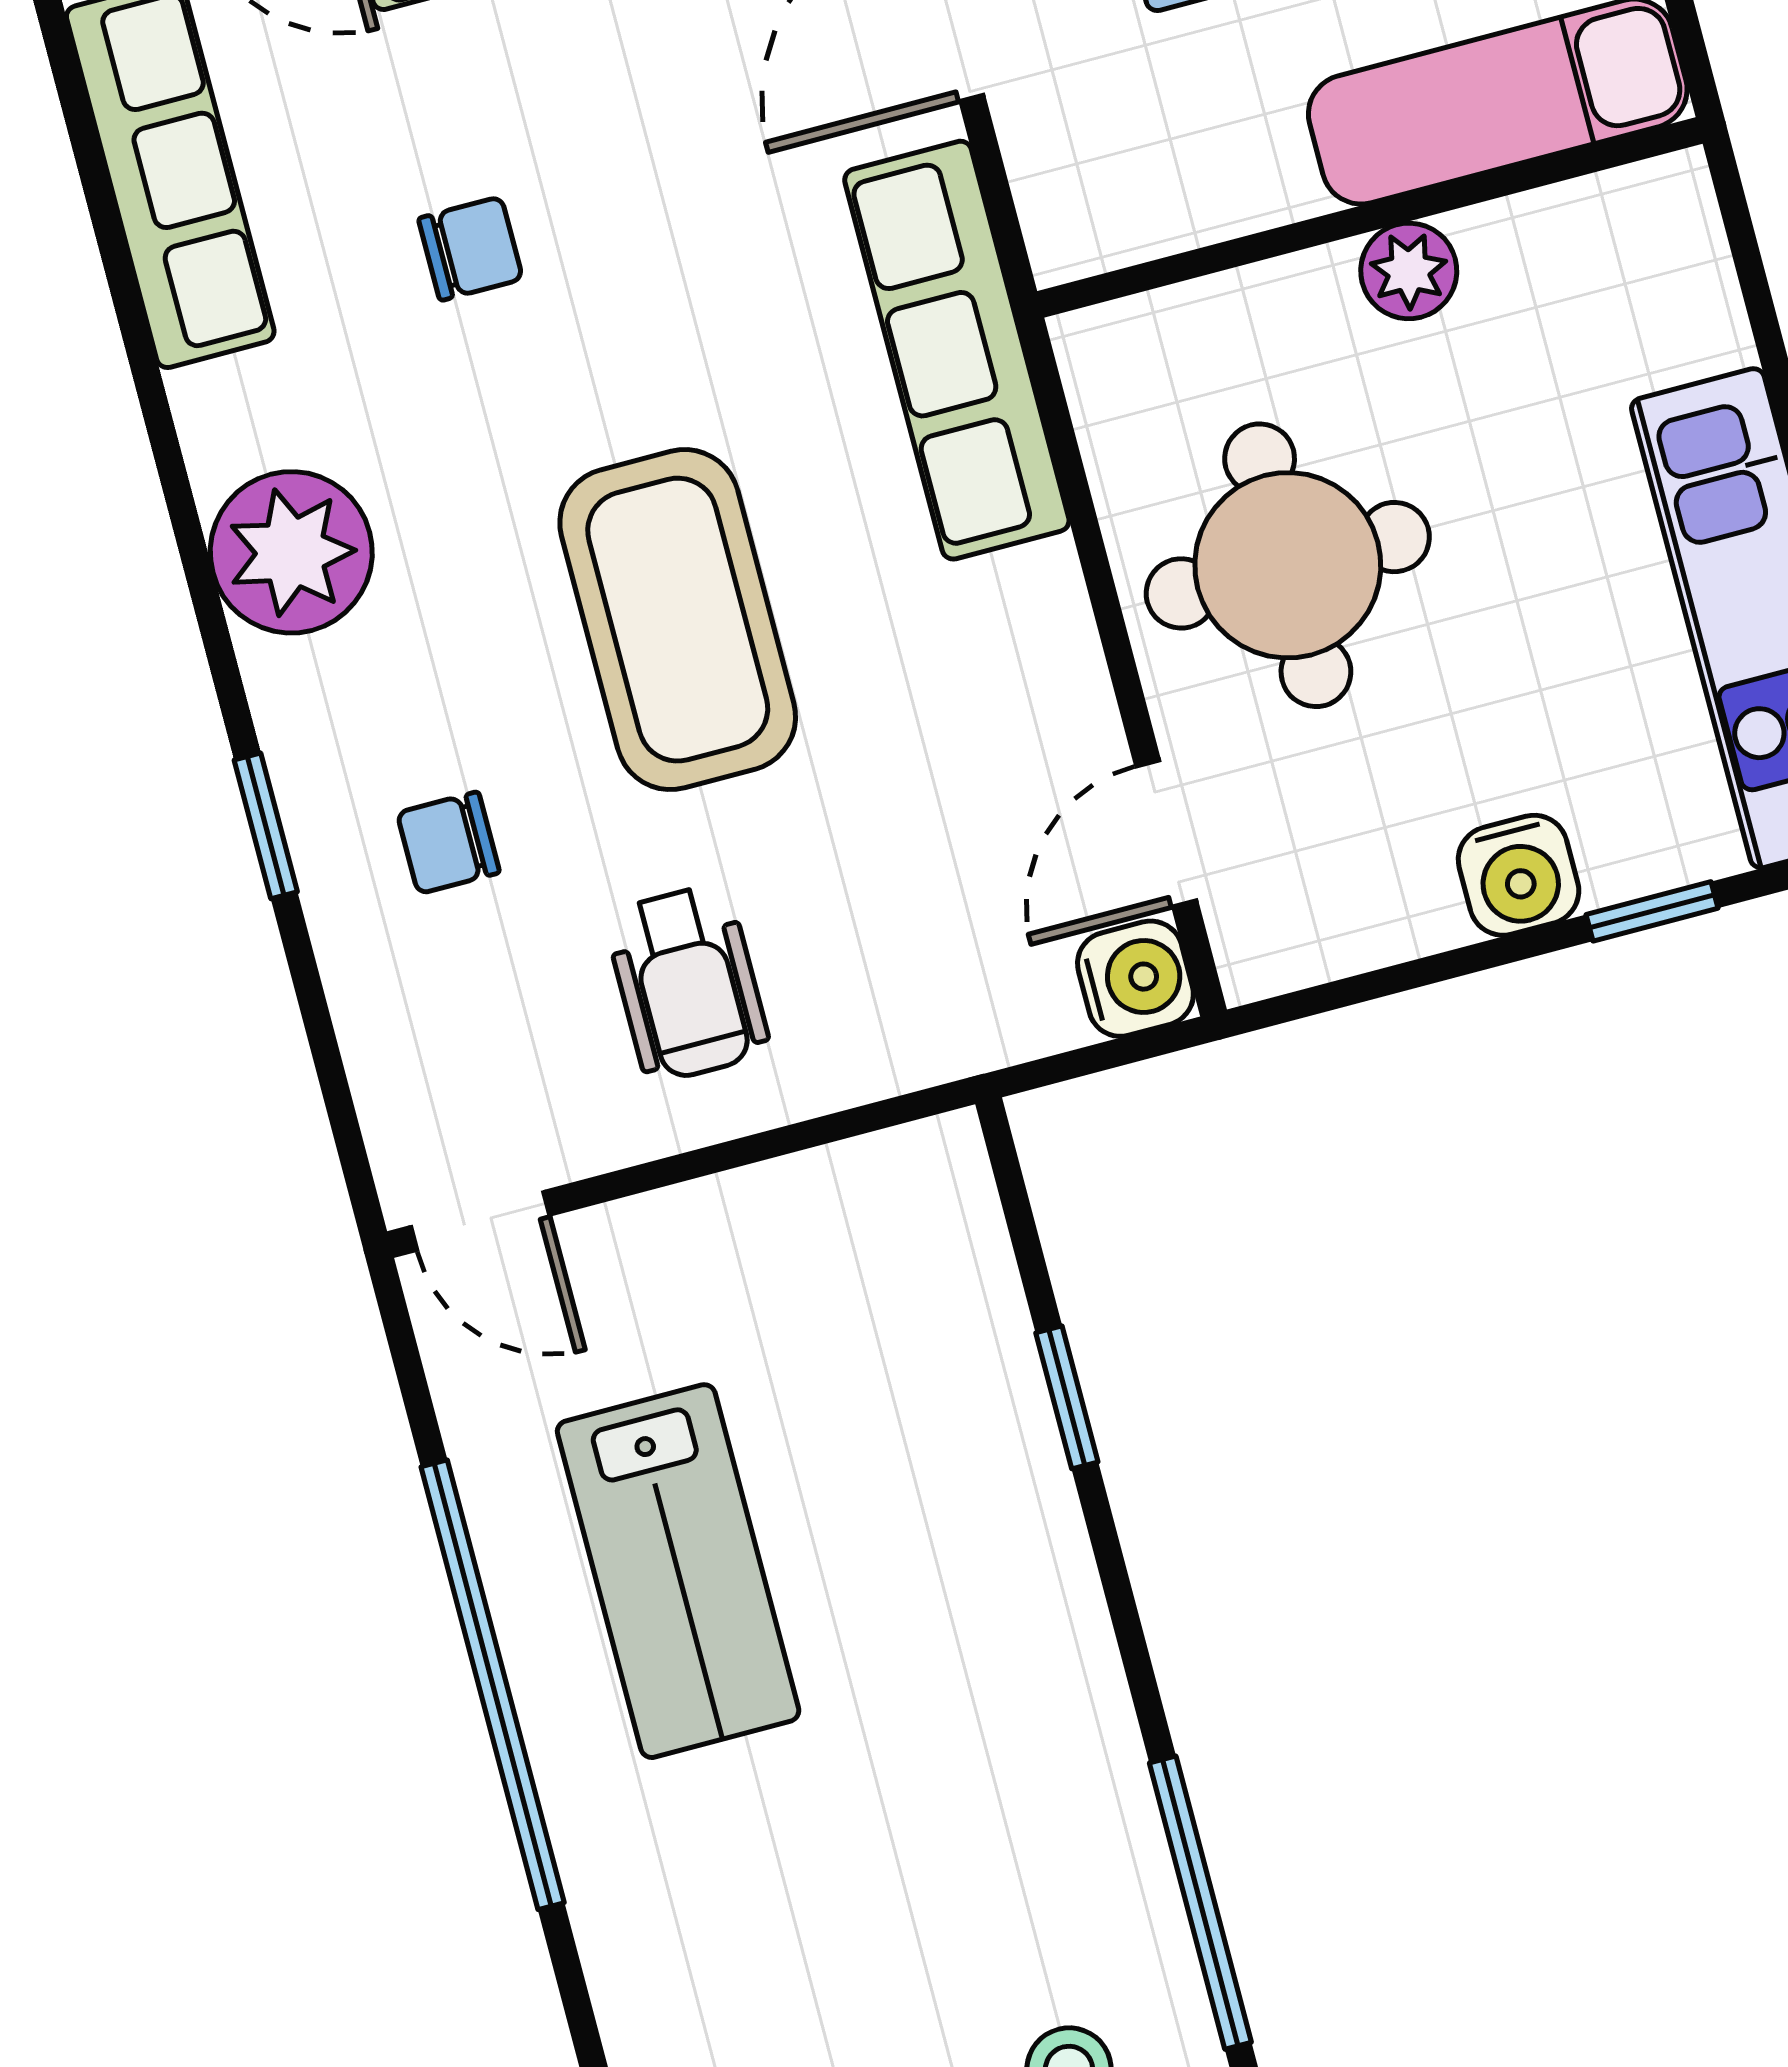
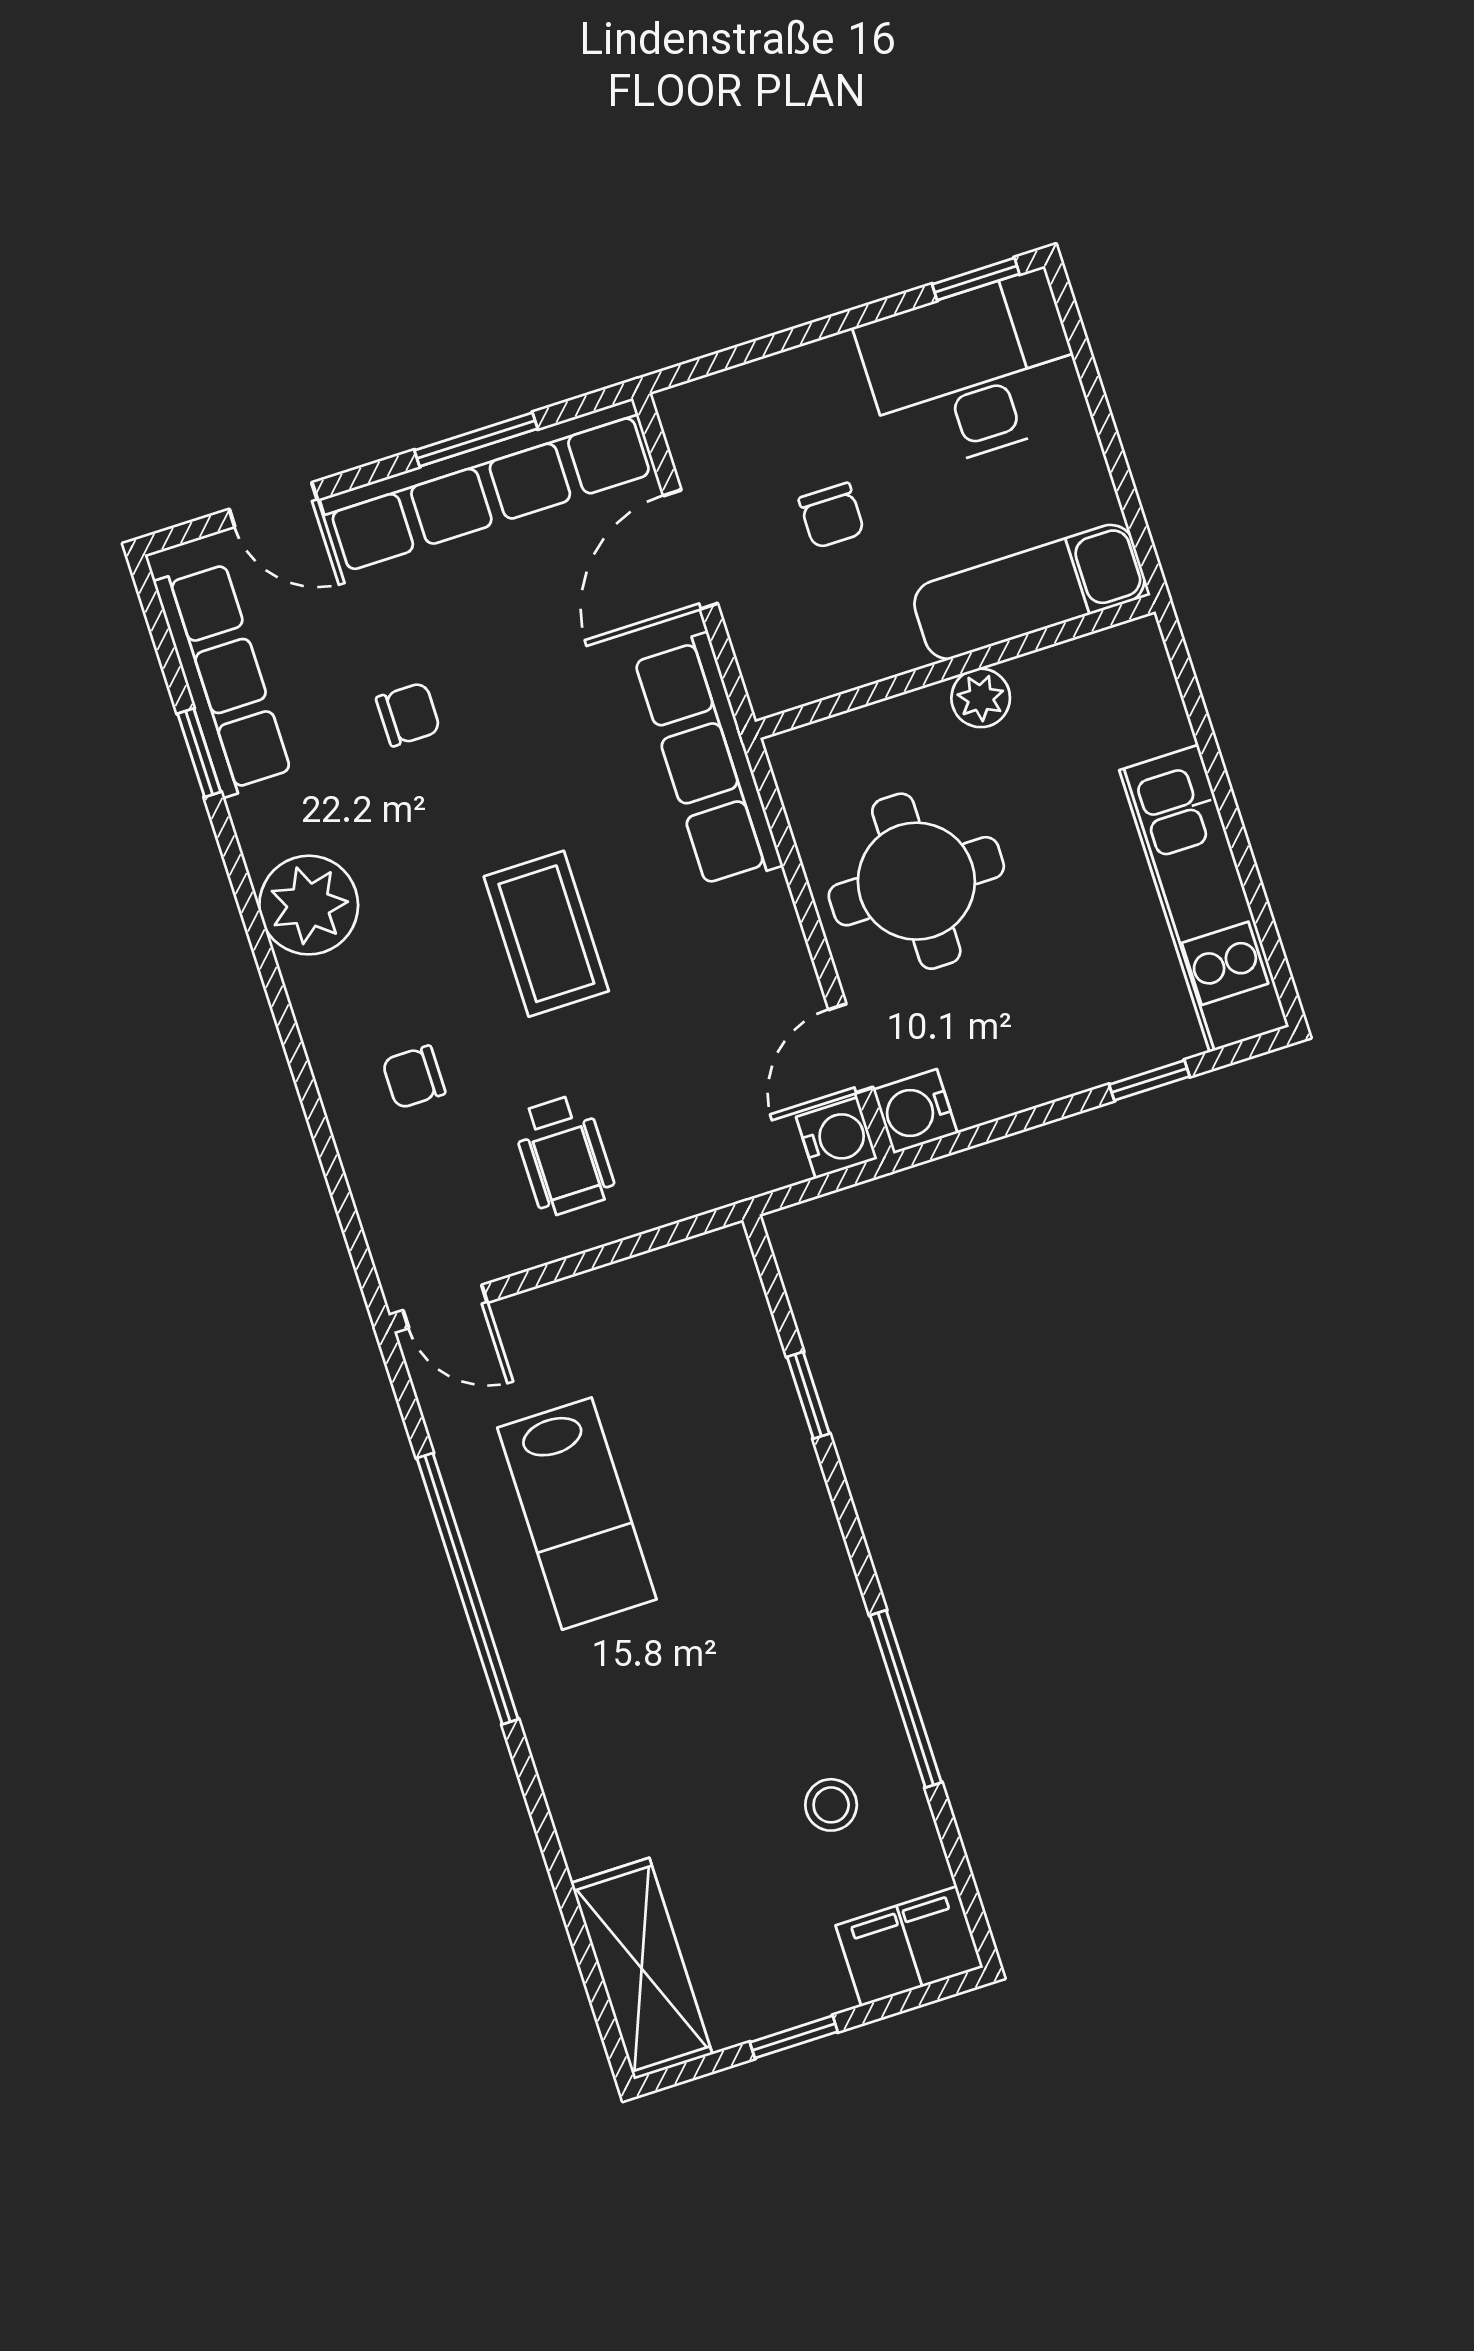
coffee table: (678, 620) -> (546, 934), width x0.73, depth x0.76
window: (266, 826) -> (199, 753), moved
water cooler: (1519, 875) -> (915, 1111), moved, turned 90

